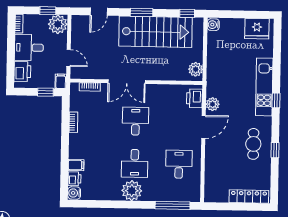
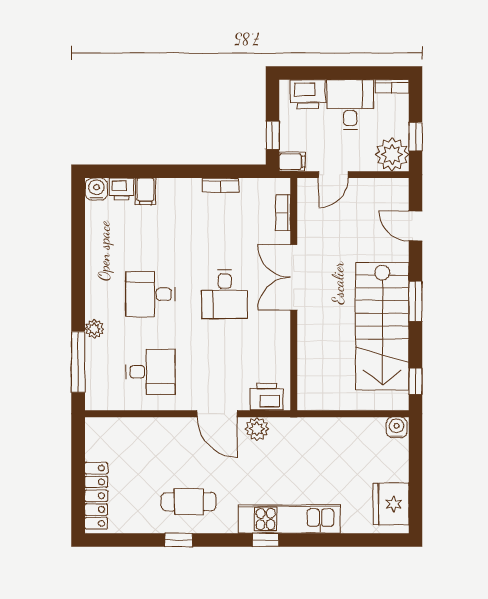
plant: (196, 69) -> (318, 398), removed
desk: (135, 121) -> (225, 294), turned 90
plant: (132, 191) -> (94, 329), moved, width x0.53, depth x0.53

